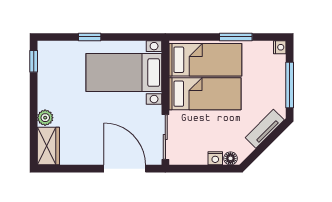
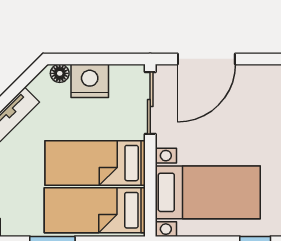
nightstand: (215, 158) -> (90, 81), width x1.89, depth x1.79
door: (125, 169) -> (206, 59), hinge flipped

